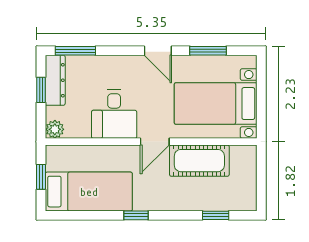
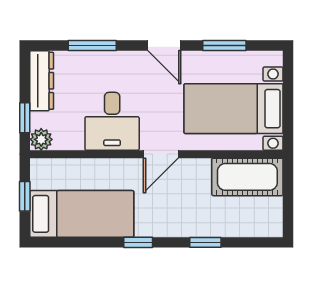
window: (75, 51) -> (92, 46), moved
window: (41, 90) -> (25, 118), moved
cot: (199, 161) -> (247, 177), moved
window: (216, 215) -> (205, 242), moved

